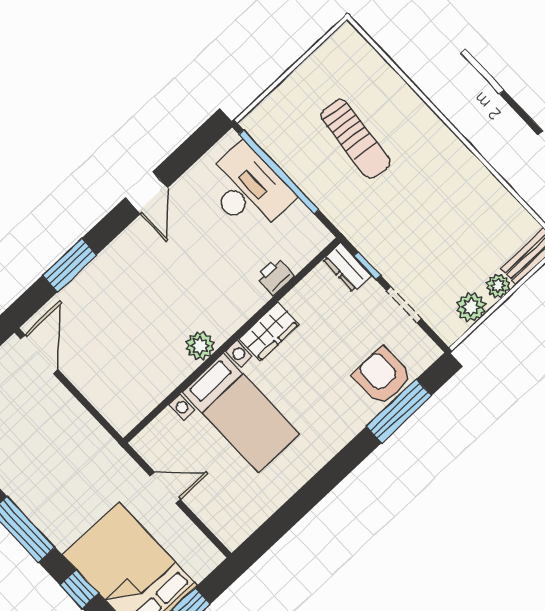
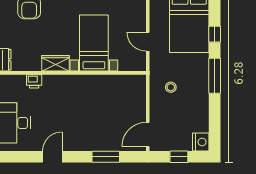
plant: (200, 346) -> (86, 82), removed
stool: (70, 453) -> (171, 87), added

